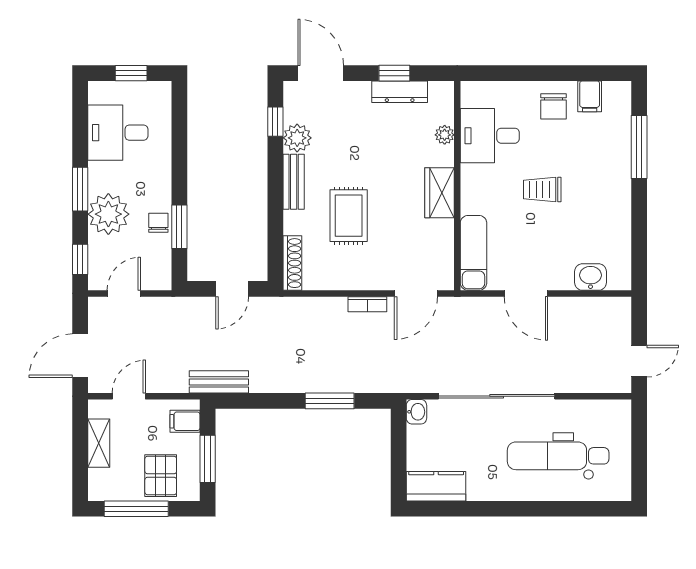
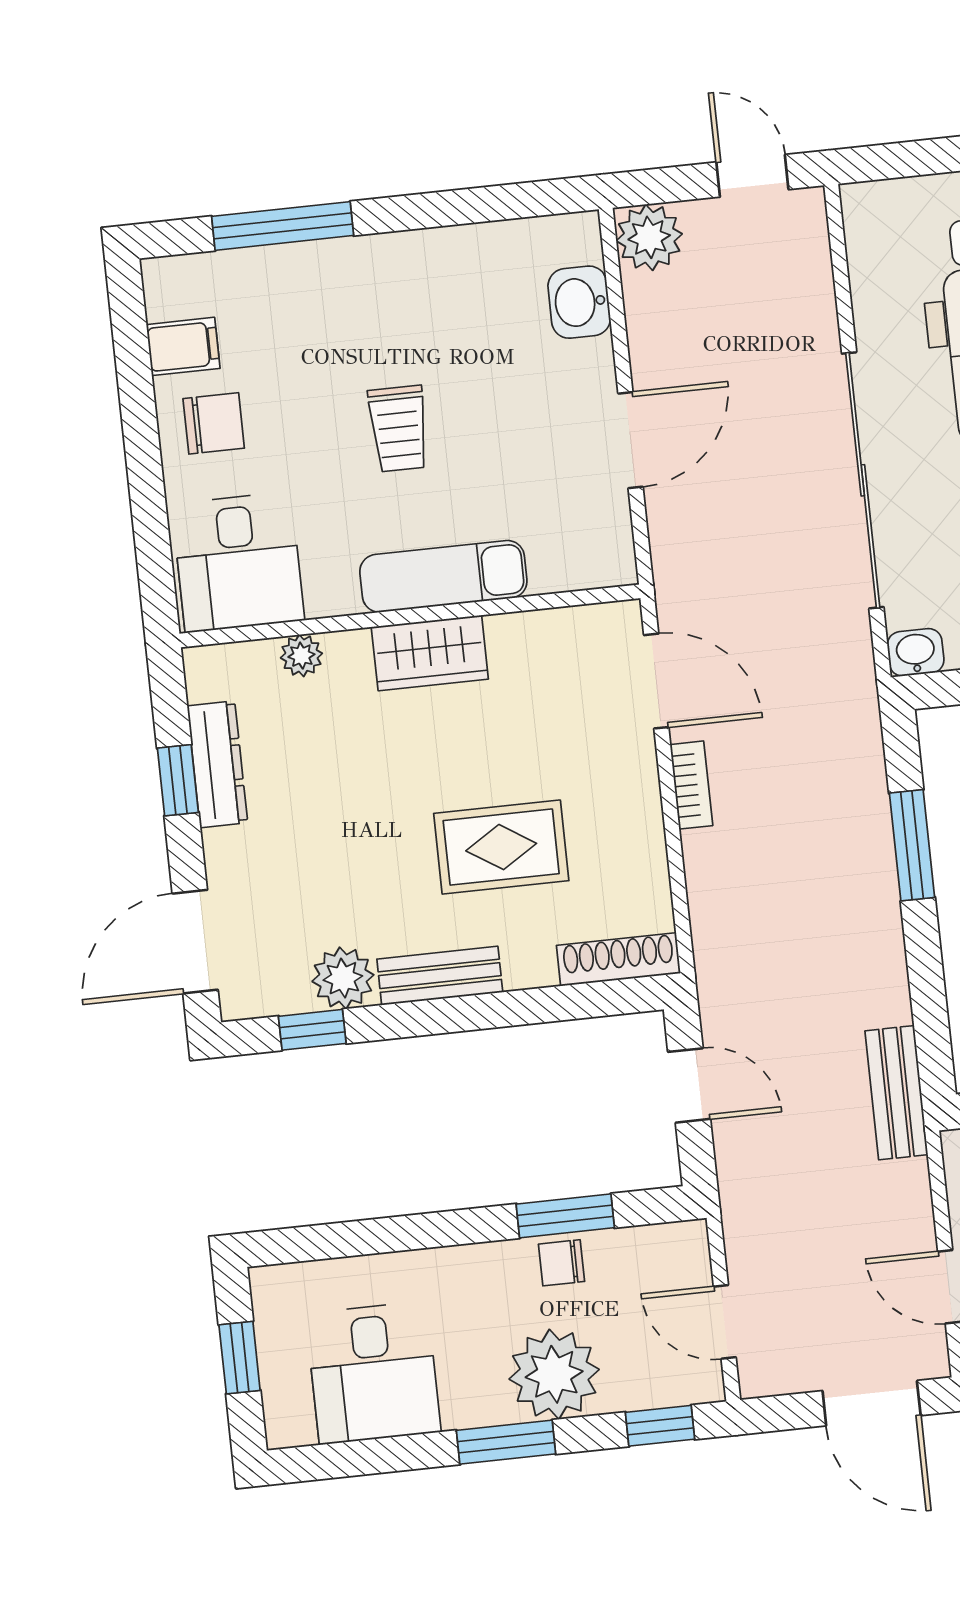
desk: (490, 136) -> (238, 562), moved
exam couch: (473, 253) -> (443, 576), moved
plant: (616, 312) -> (649, 237), added

